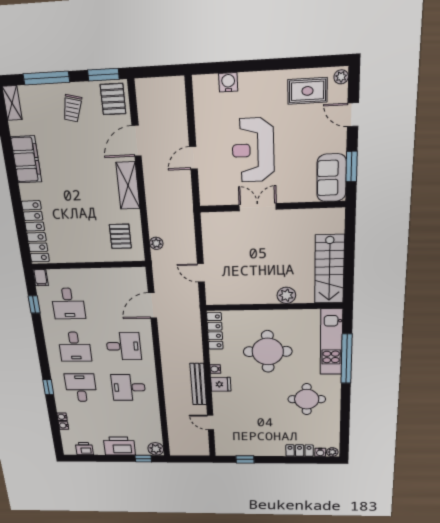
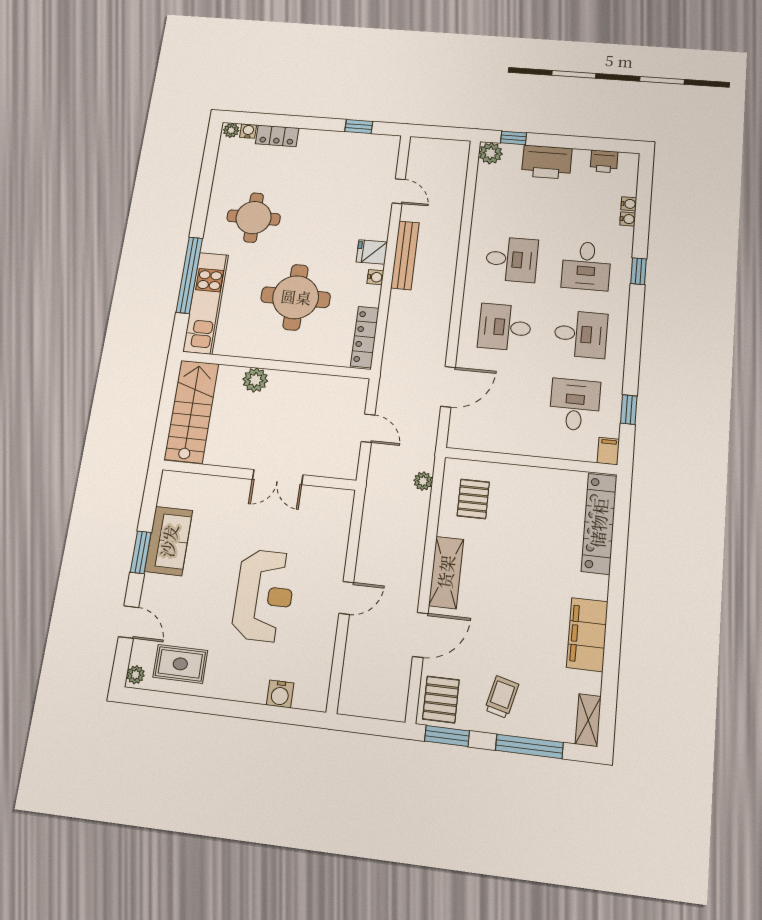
double door: (258, 207) -> (278, 477), moved
wall: (272, 207) -> (259, 475), moved
desk: (75, 347) -> (581, 334), turned 90

